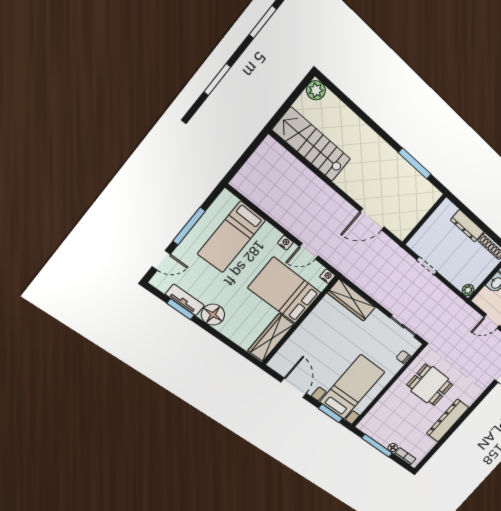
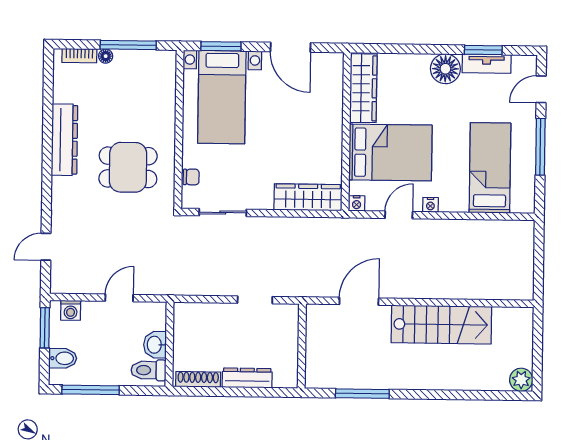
stairs: (312, 145) -> (441, 325), moved
plant: (468, 290) -> (182, 311), removed

